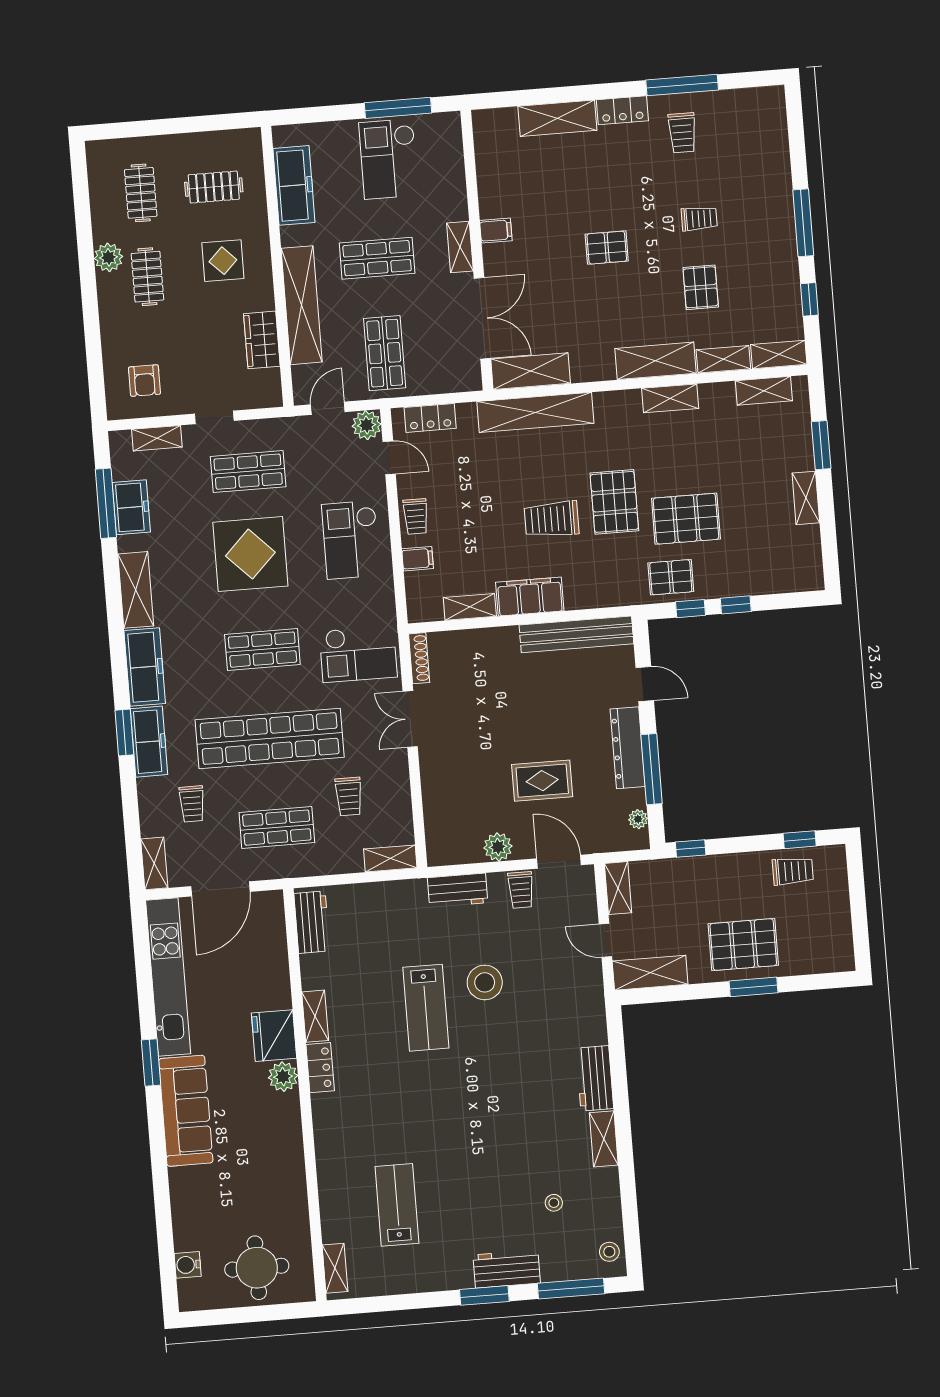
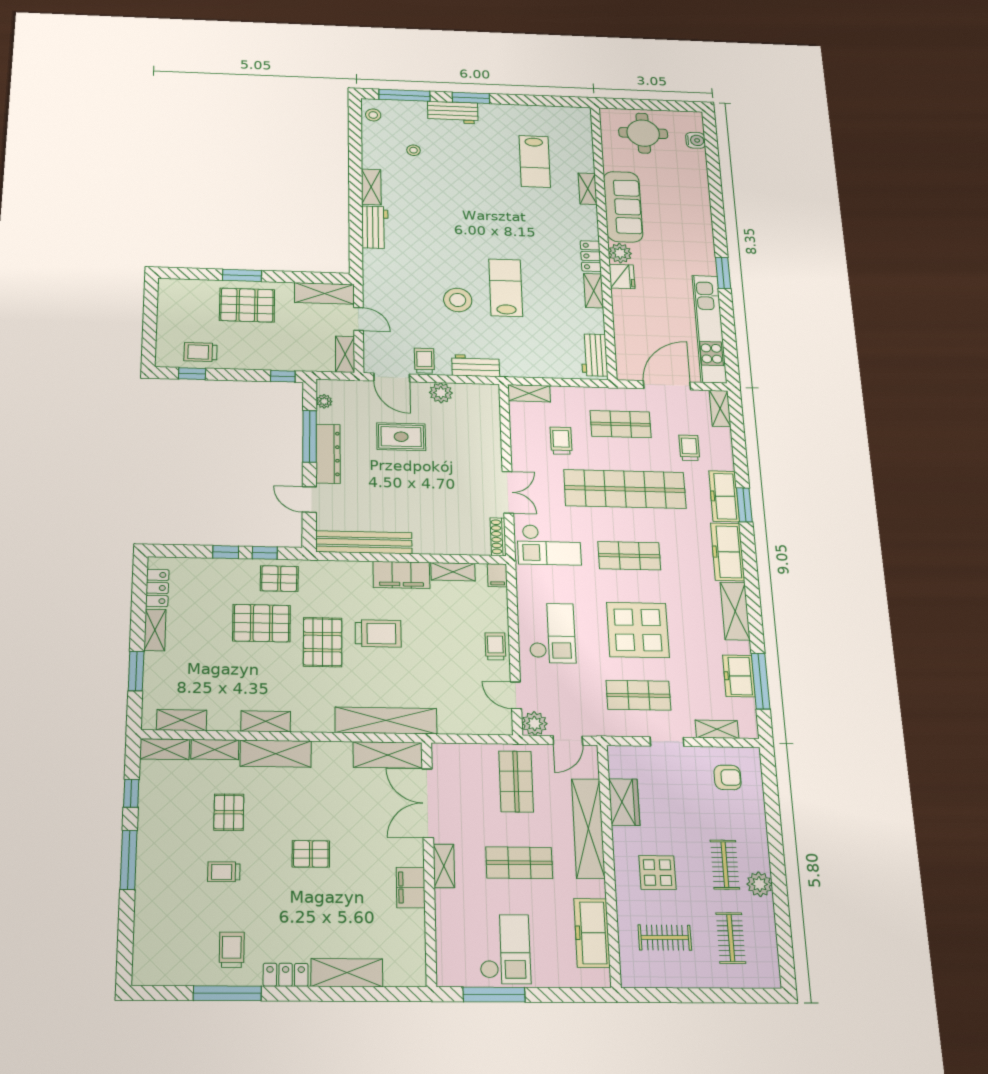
filing cabinet: (496, 231) -> (411, 888), width x2.00
armchair: (144, 381) -> (728, 777), turned 90
locker: (430, 418) -> (157, 588), moved, turned 90
filing cabinet: (418, 559) -> (497, 575), moved, turned -90
checkout: (358, 654) -> (549, 545), turned 180
fridge: (274, 1036) -> (622, 276), width x0.73, depth x0.75
sofa: (186, 1111) -> (623, 207), moved, turned 180
shelving: (335, 1268) -> (588, 189), moved

